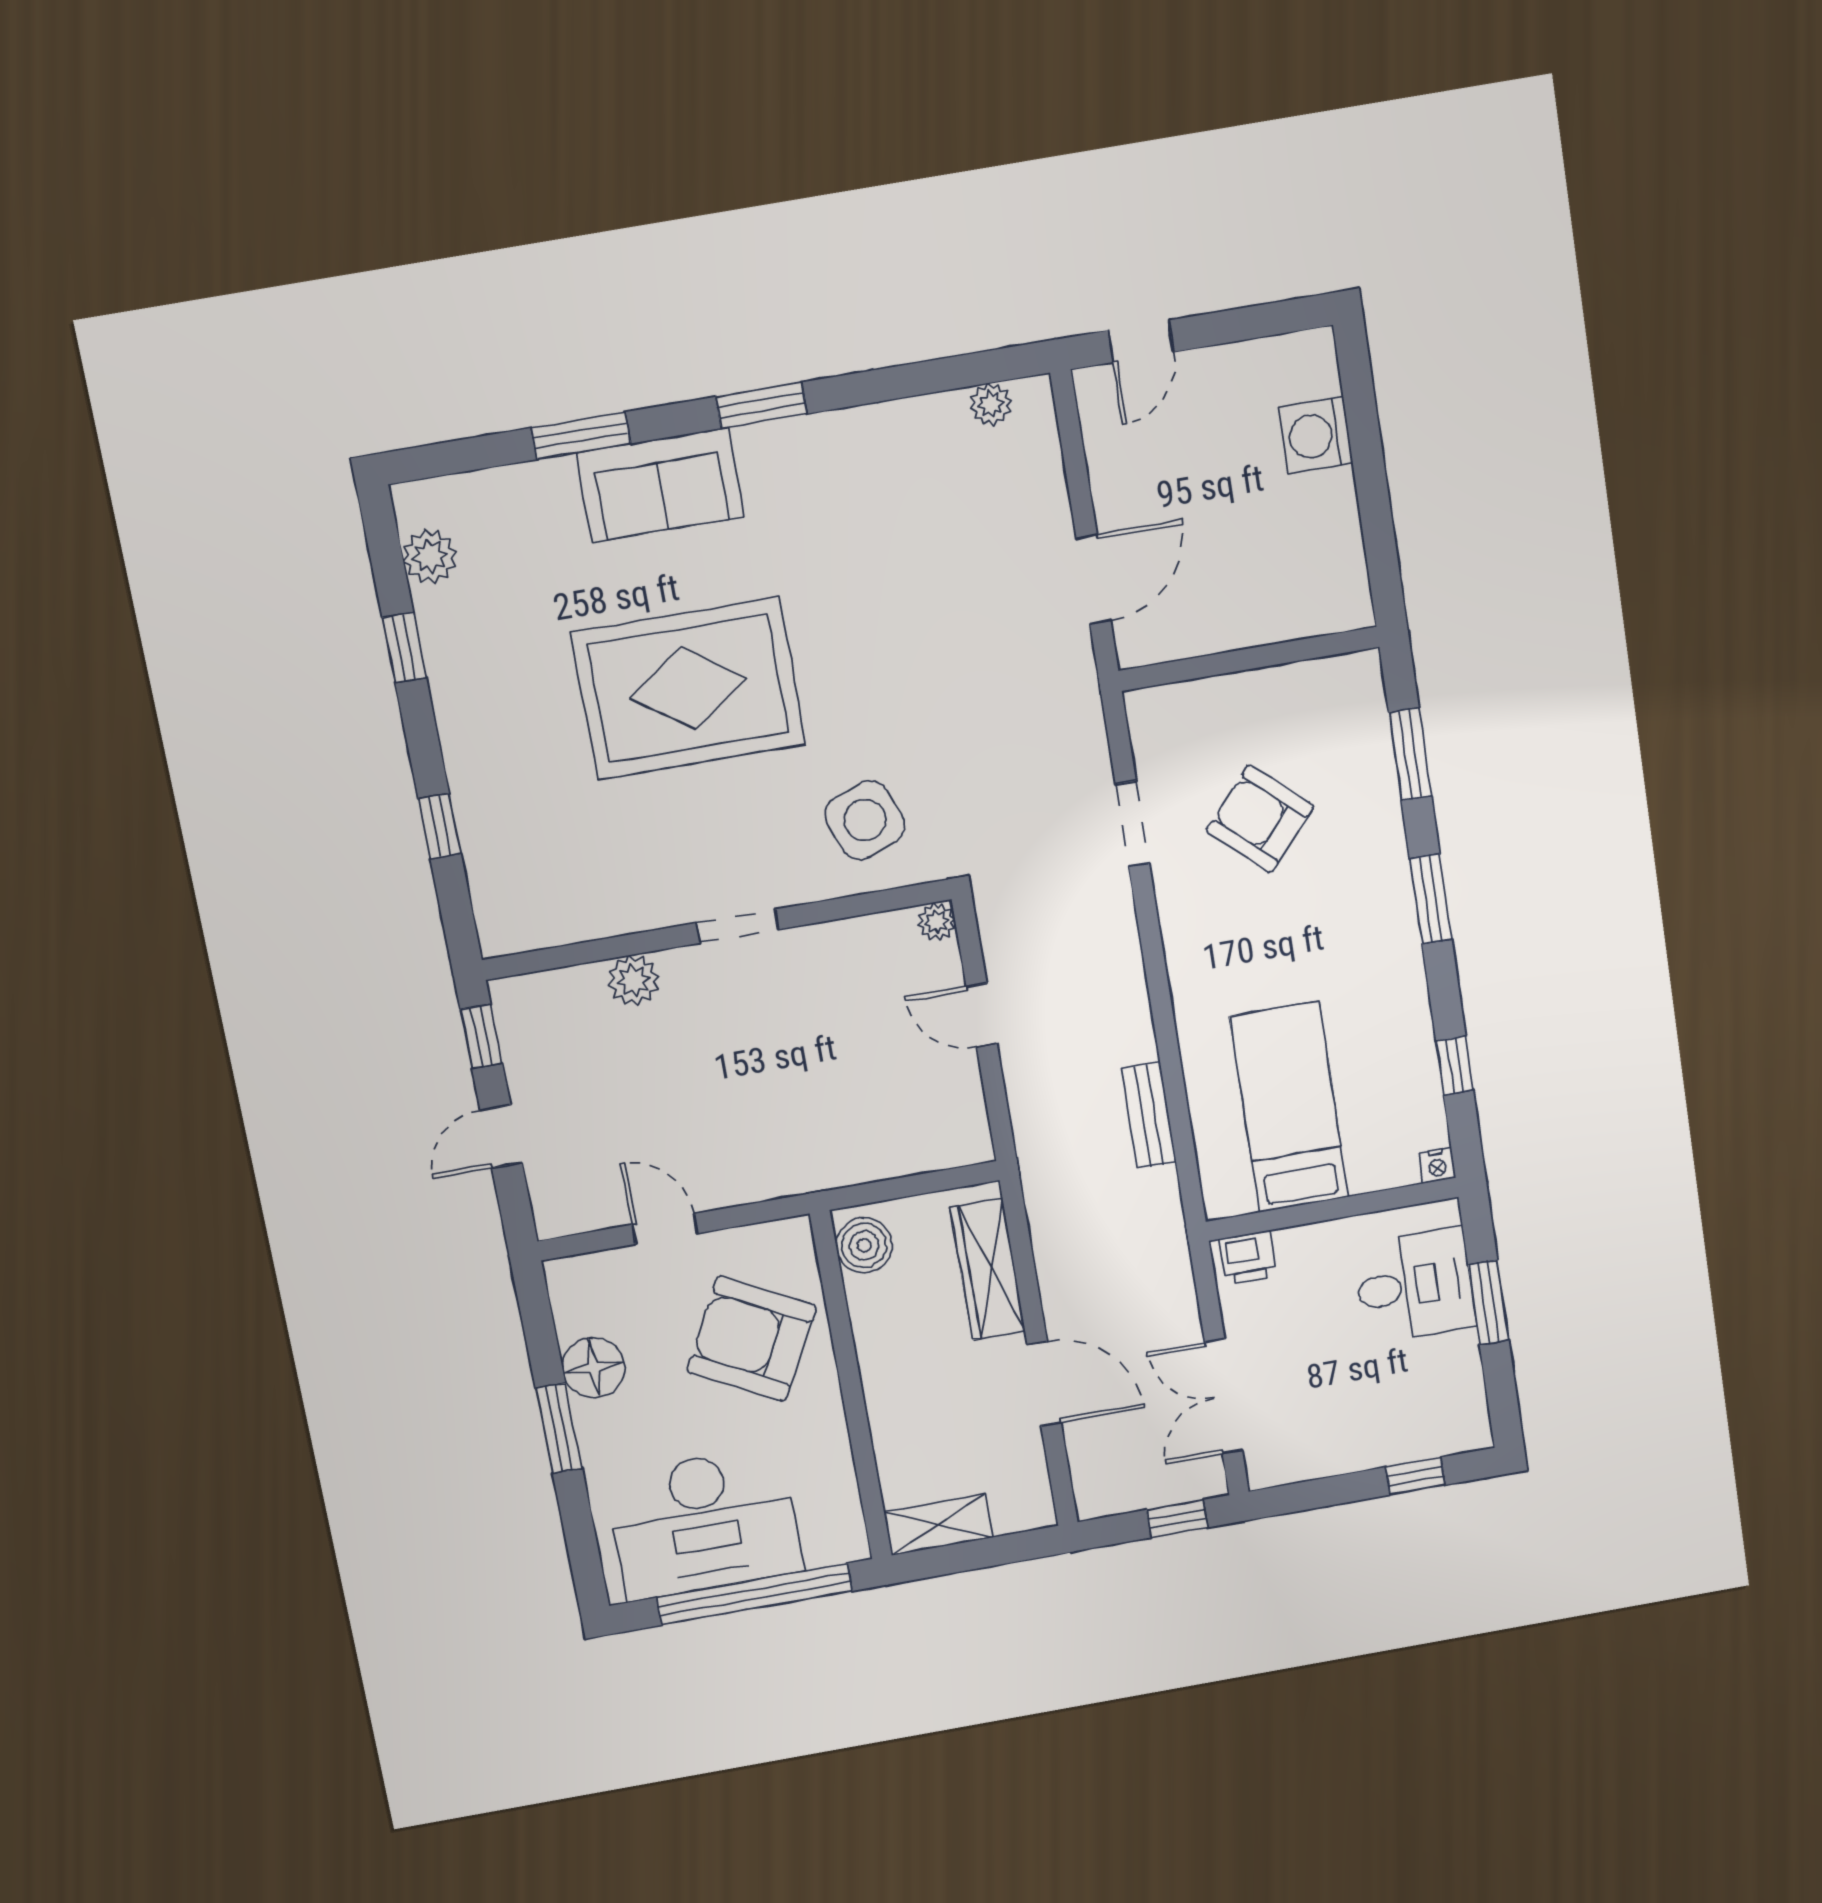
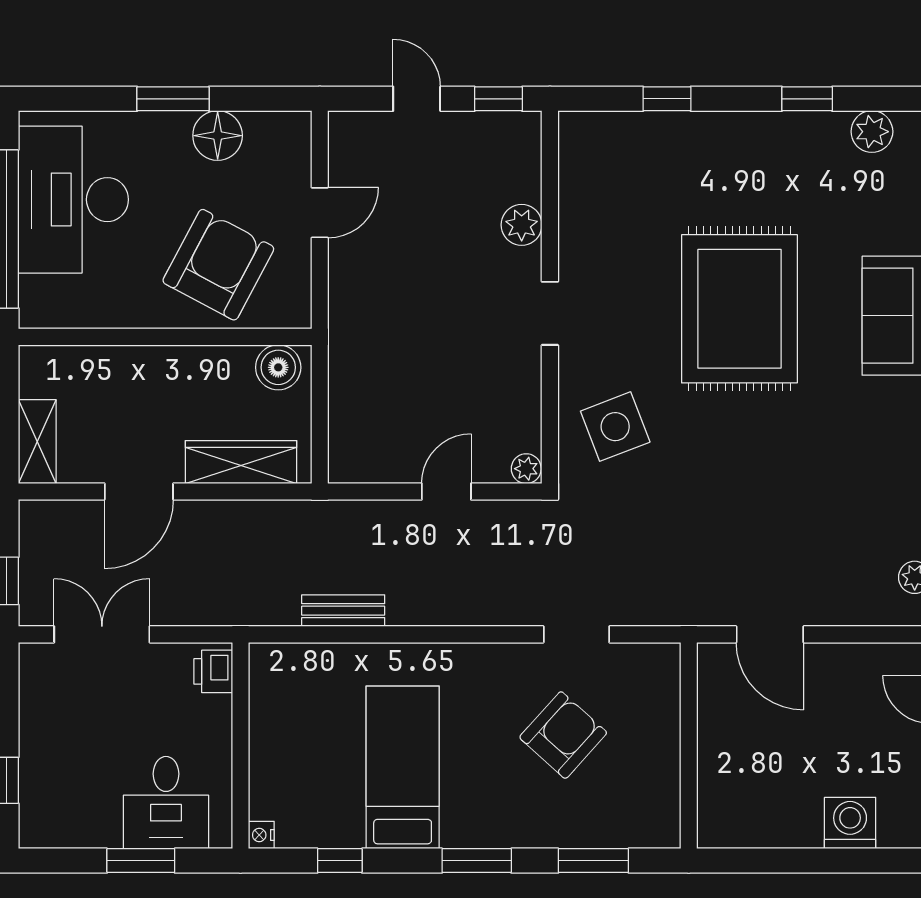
bed: (1289, 1107) -> (403, 767), moved, turned -90
shelving: (938, 1525) -> (37, 442), moved

